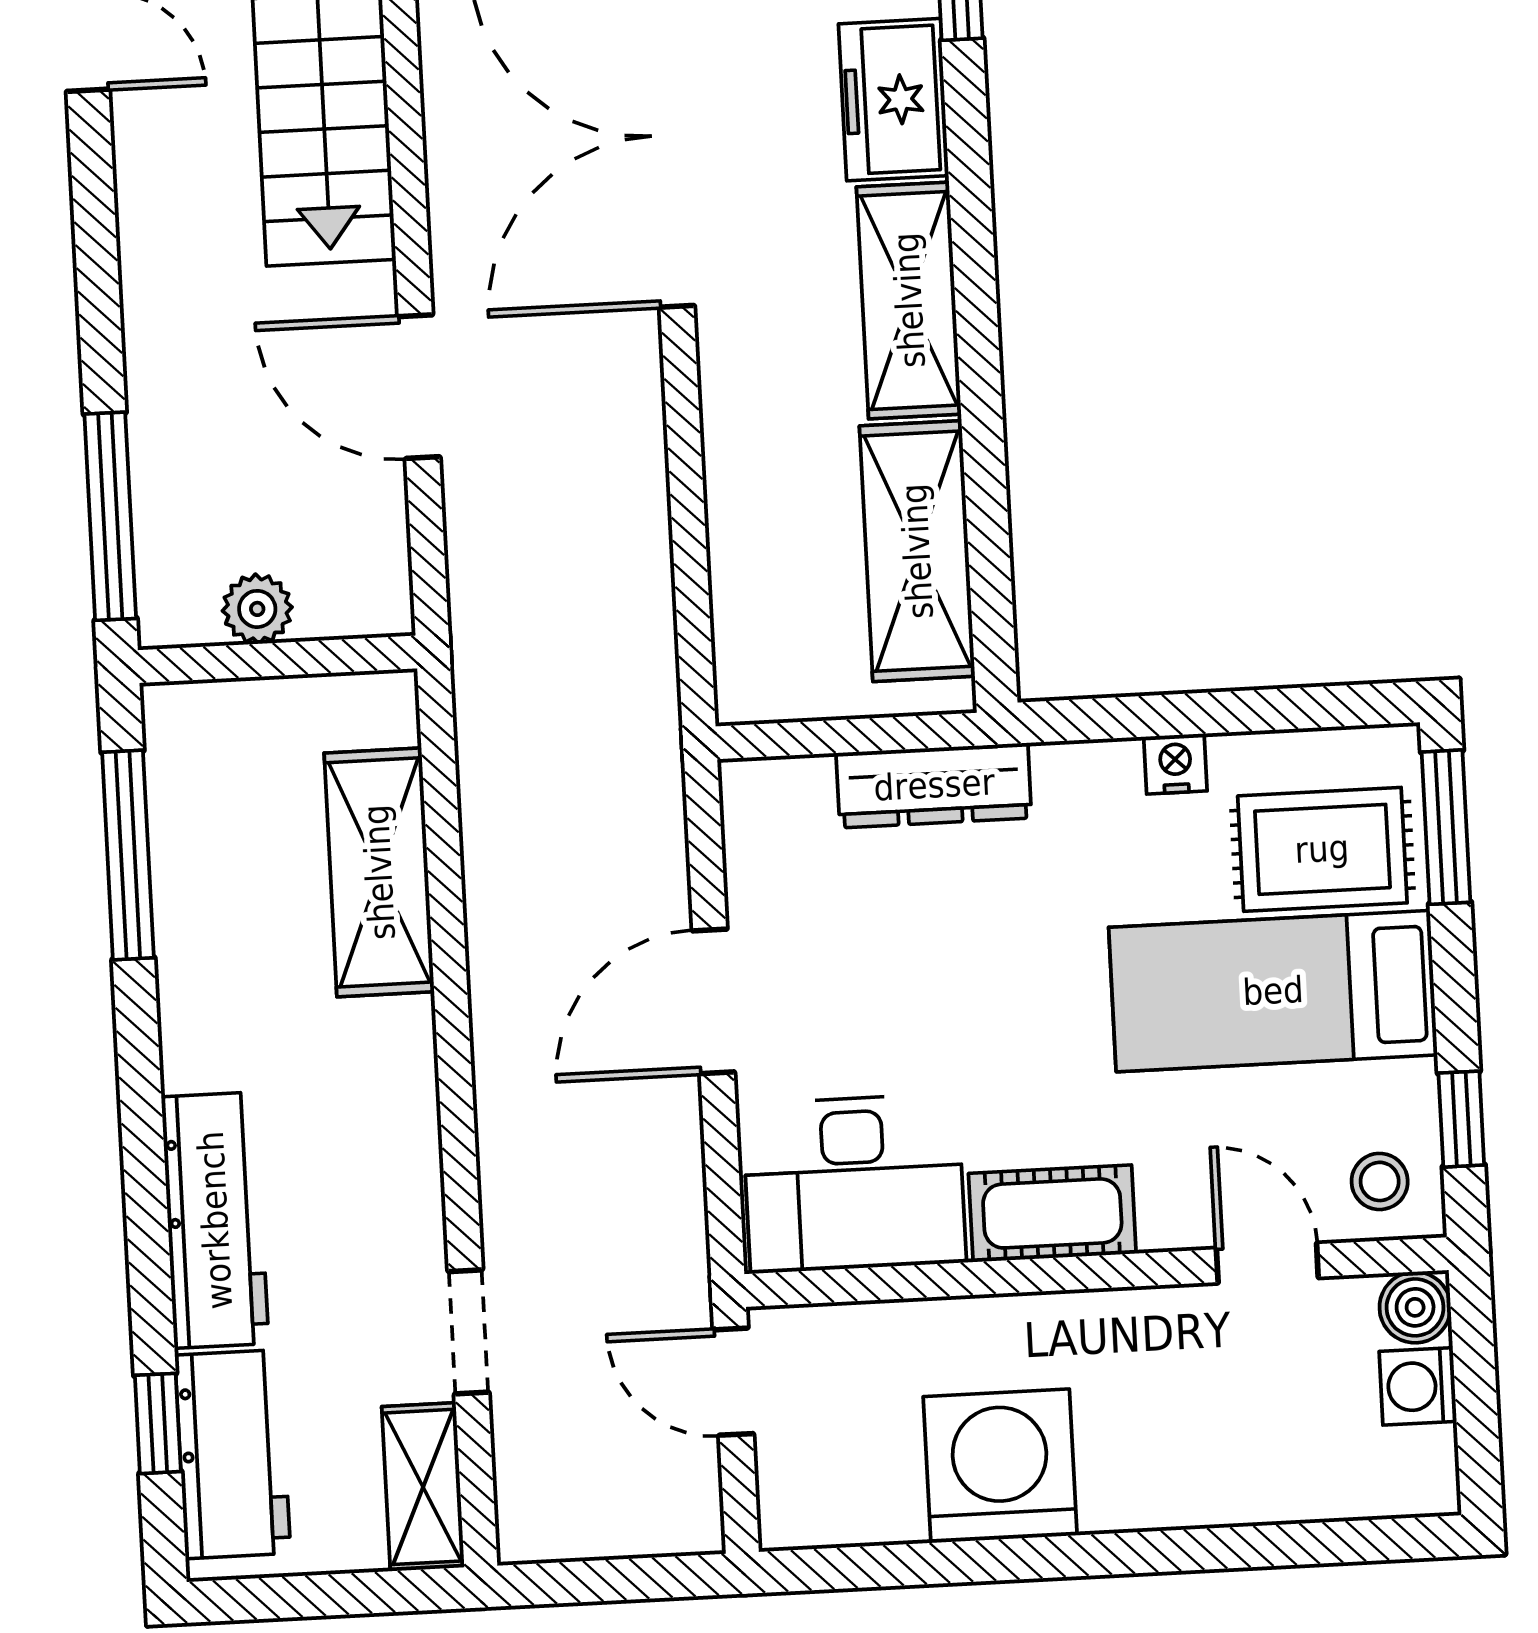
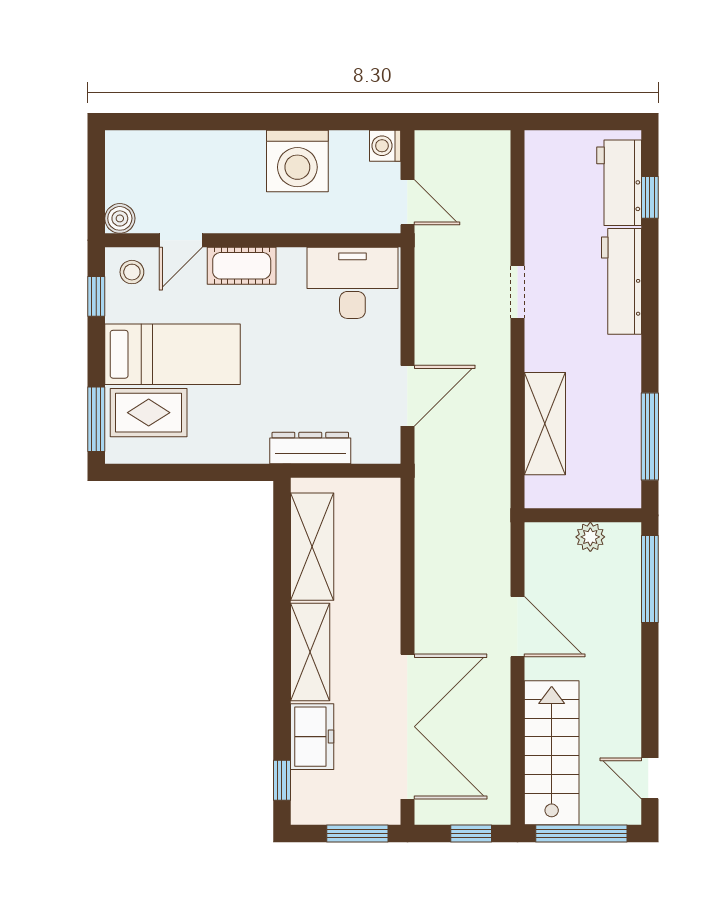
nightstand: (1175, 764) -> (208, 452), removed
door: (713, 1001) -> (407, 396), moved
cot: (1052, 1213) -> (242, 266), moved
door: (1267, 1263) -> (181, 240), hinge flipped
doorway: (468, 1332) -> (518, 292), moved
washing machine: (1418, 1386) -> (385, 146), moved, turned 180
shelving: (423, 1487) -> (540, 165), removed

